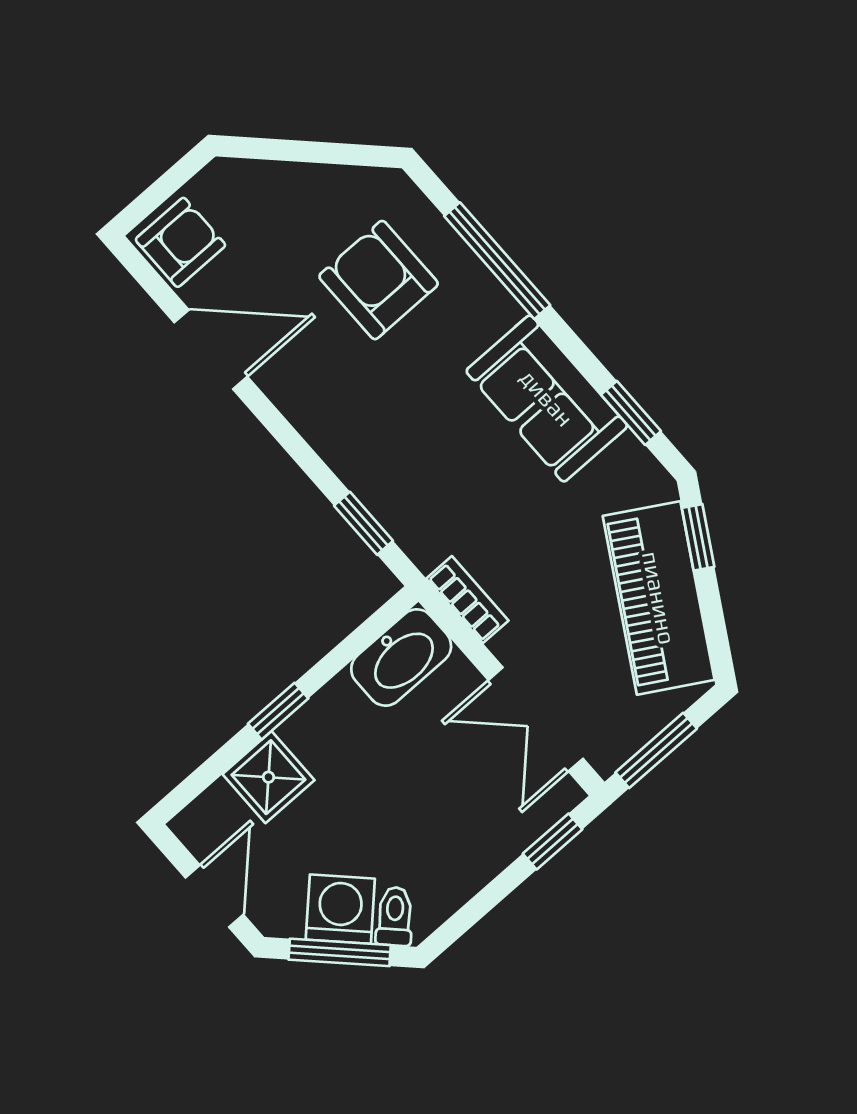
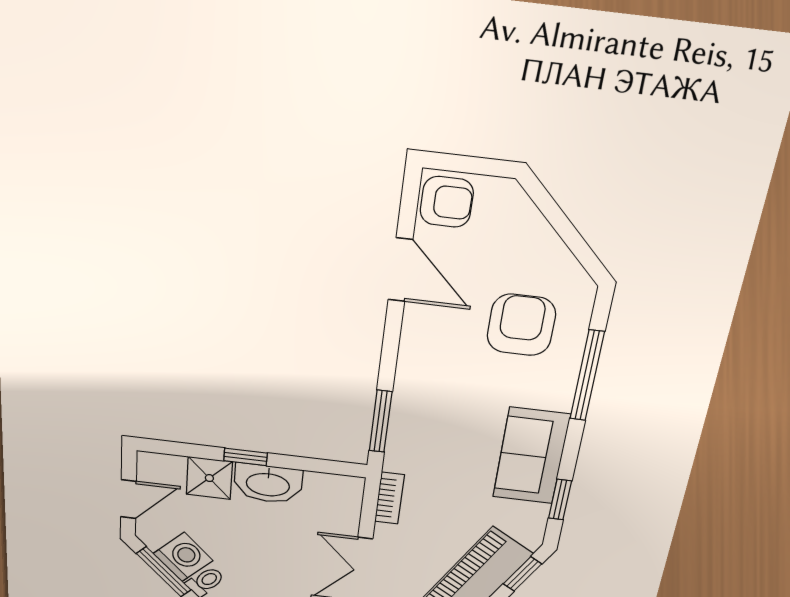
window: (363, 523) -> (381, 421), width x1.50
washbasin: (401, 657) -> (268, 484), moved

